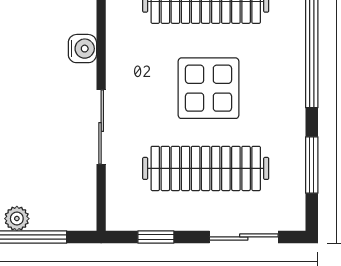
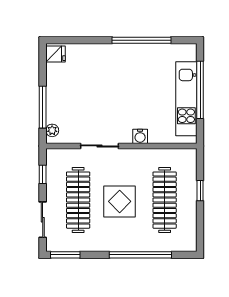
window: (312, 165) -> (65, 255), moved
plant: (17, 219) -> (52, 130), moved

